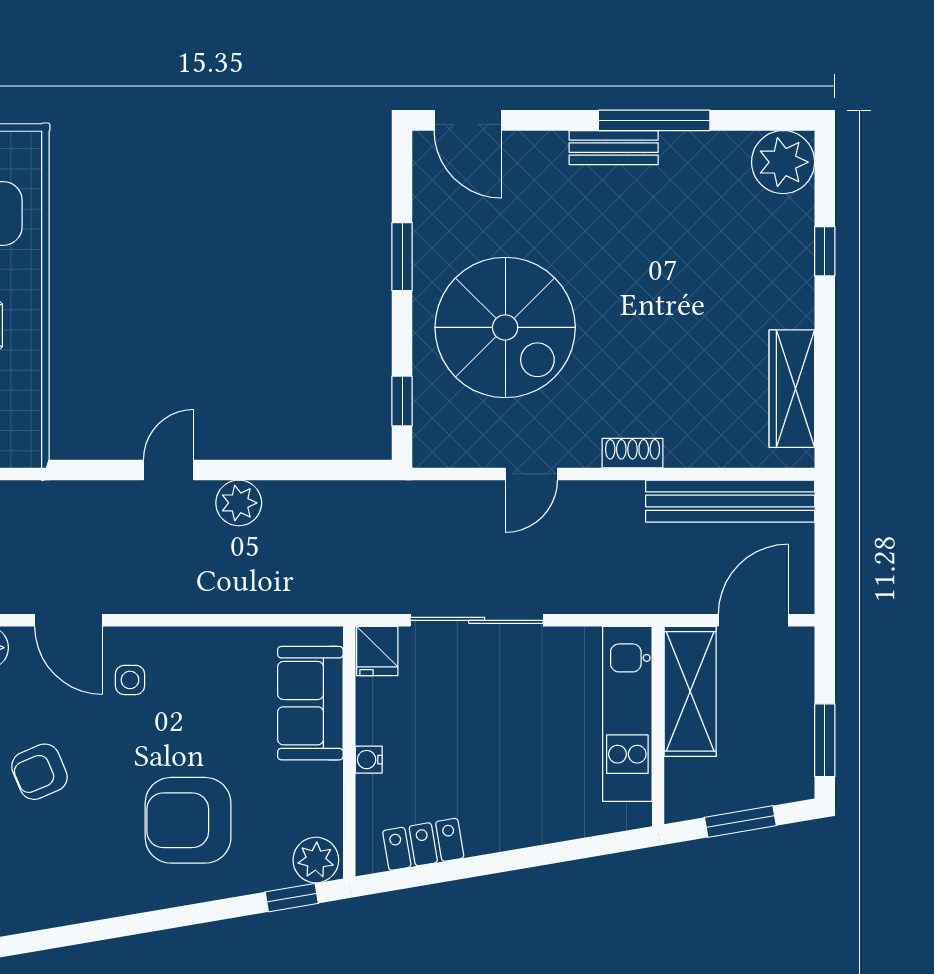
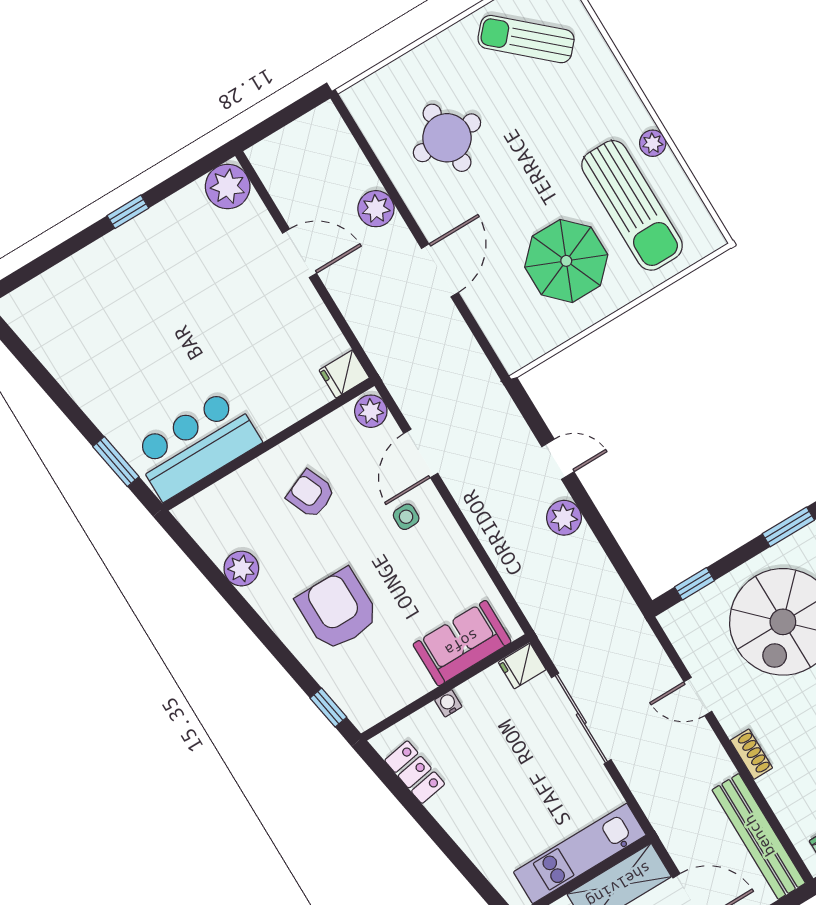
plant: (316, 860) -> (241, 569), moved

